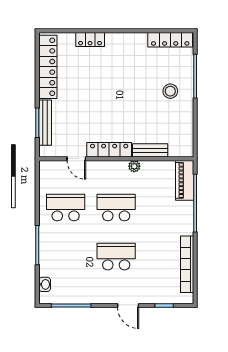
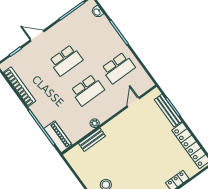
locker: (109, 150) -> (117, 122), removed
door: (76, 159) -> (133, 102), hinge flipped

